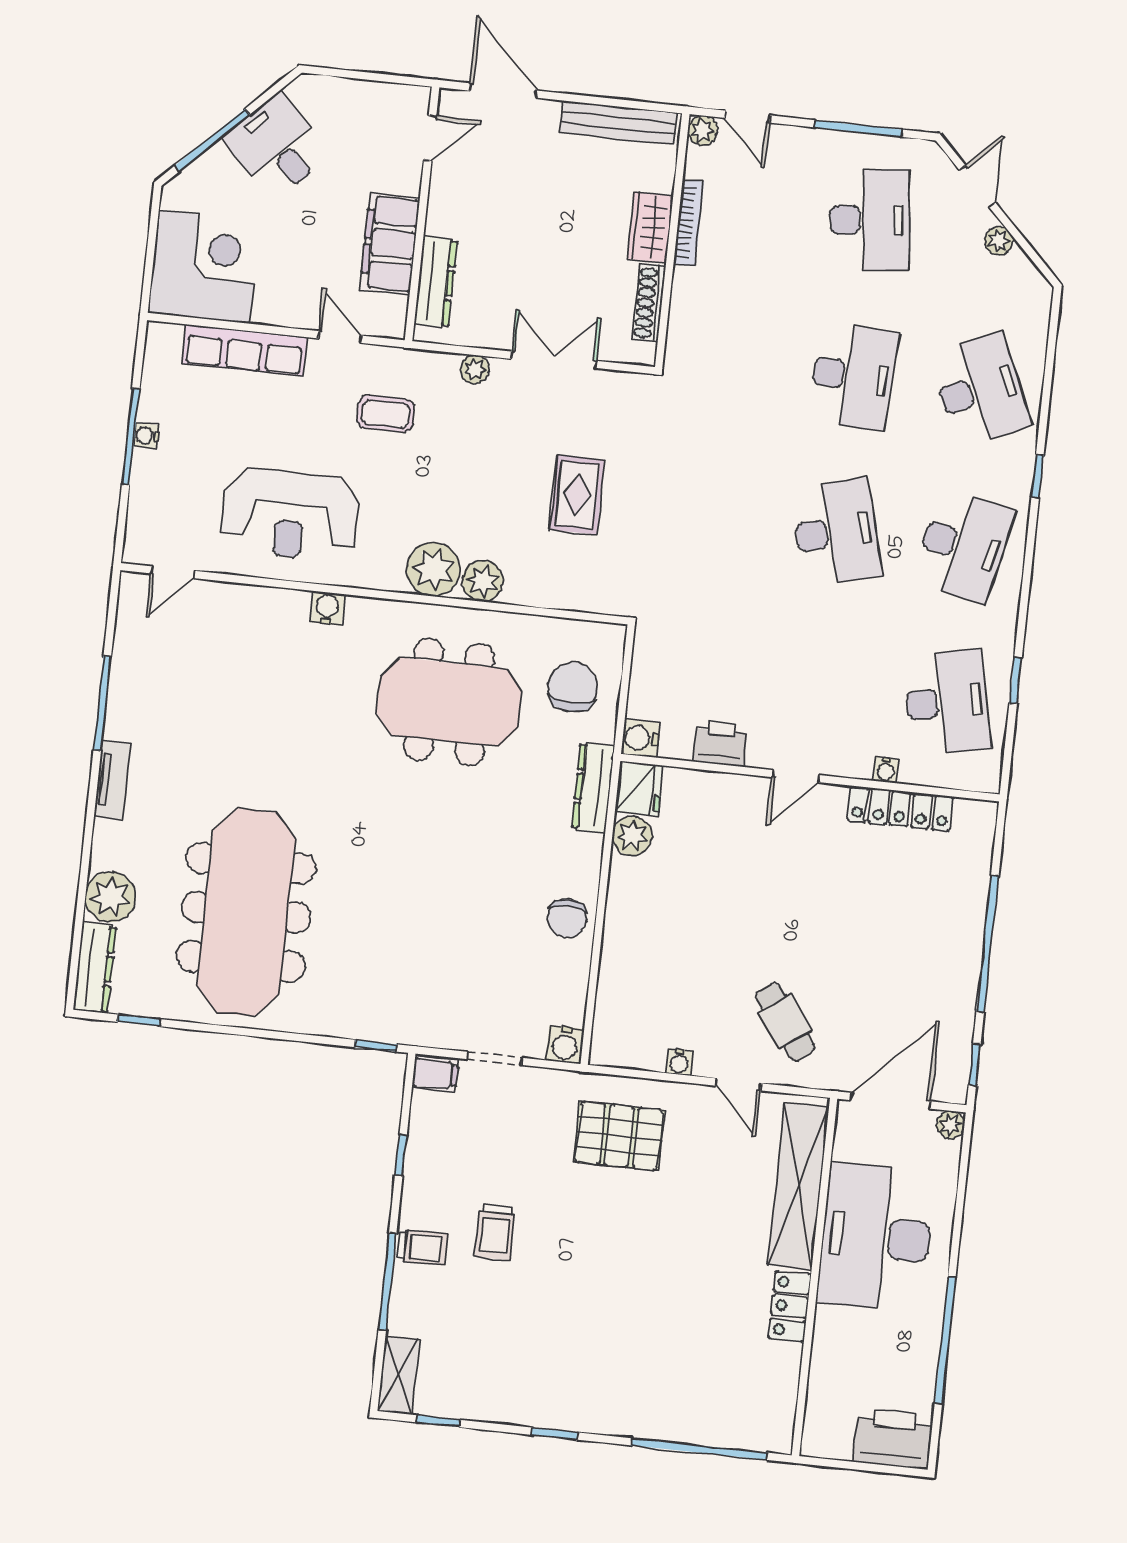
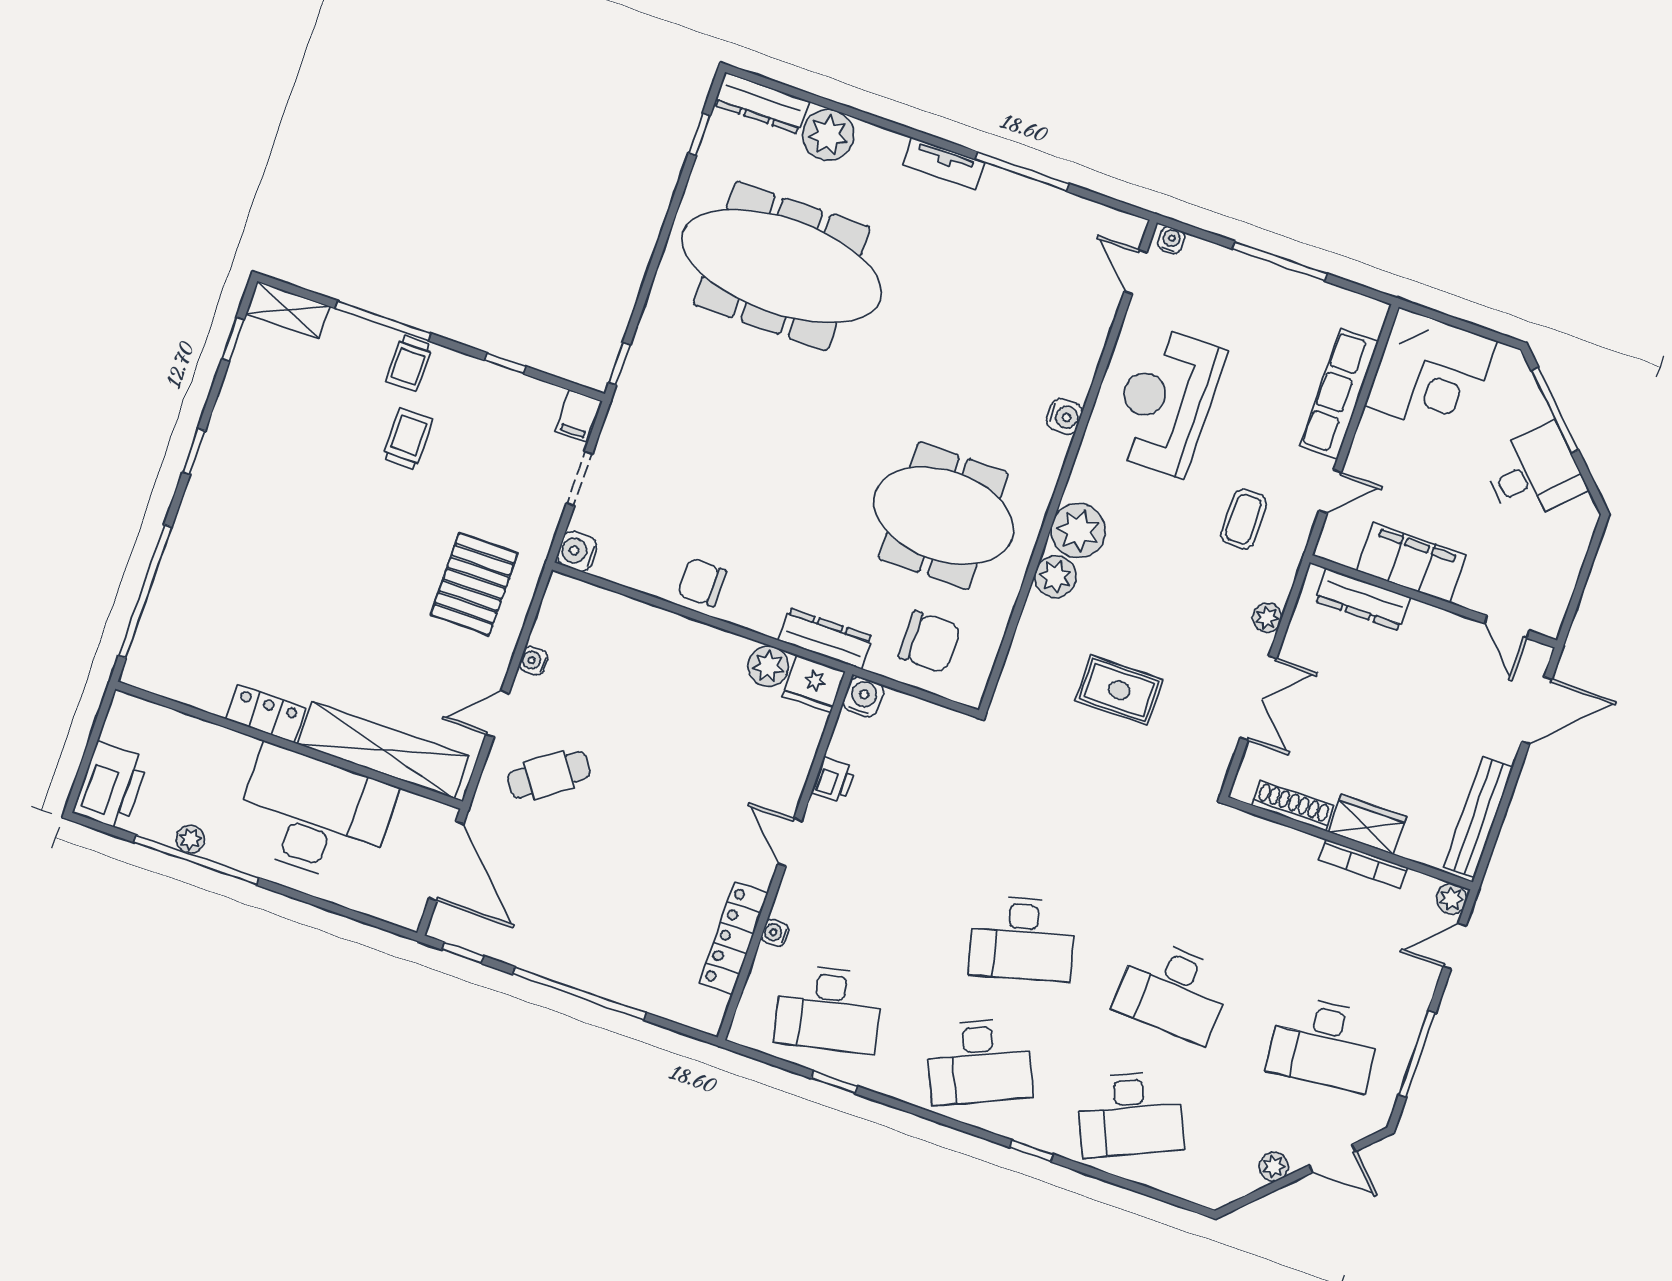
water cooler: (146, 436) -> (1171, 240), moved
desk: (964, 546) -> (979, 1061), turned -36
meeting table: (449, 702) -> (943, 516), turned 90
printer: (721, 743) -> (833, 780), width x0.73, depth x0.81
plant: (951, 1125) -> (190, 839), moved
trolley: (495, 1232) -> (407, 439), turned 90

